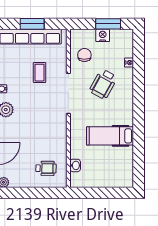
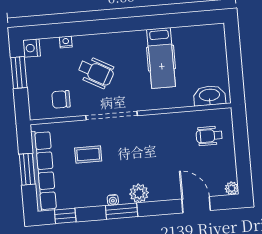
nightstand: (103, 35) -> (32, 48), moved
washbasin: (75, 165) -> (209, 96), width x1.91, depth x1.45
wheelchair: (46, 168) -> (209, 136), turned -91

